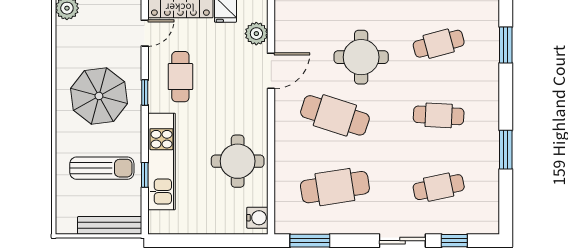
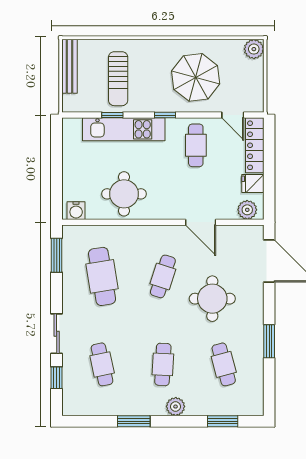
plant: (256, 34) -> (247, 210), moved
cafe table: (180, 77) -> (196, 145), turned 90
window: (145, 93) -> (165, 115), moved
parasol: (99, 96) -> (196, 77), moved
plant: (488, 100) -> (176, 407), added
cafe table: (335, 115) -> (163, 276), width x0.73, depth x0.74
bench: (110, 225) -> (70, 66), moved

